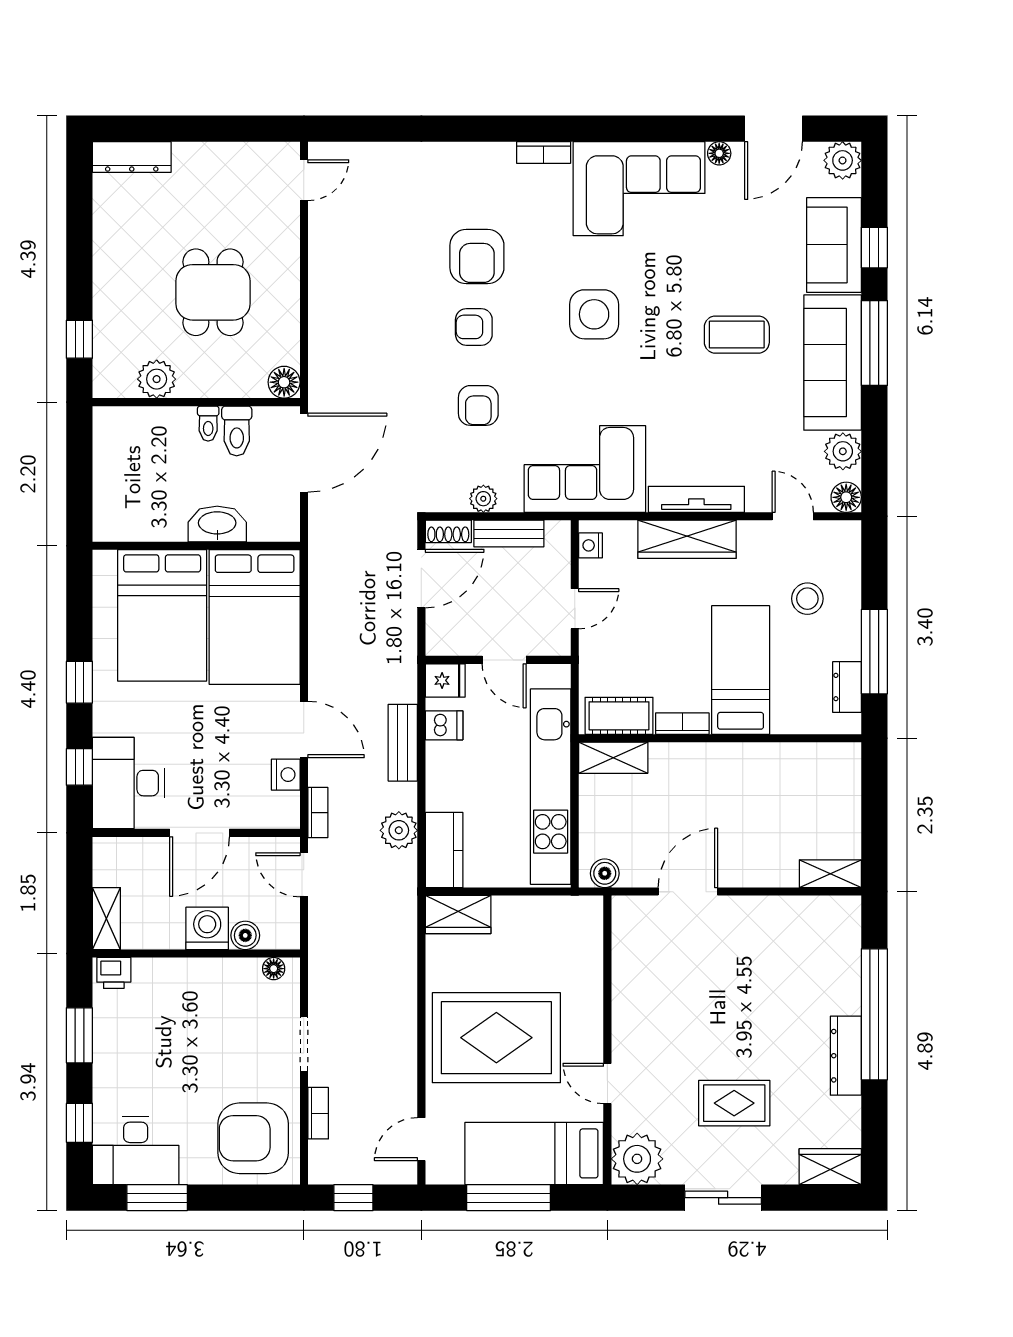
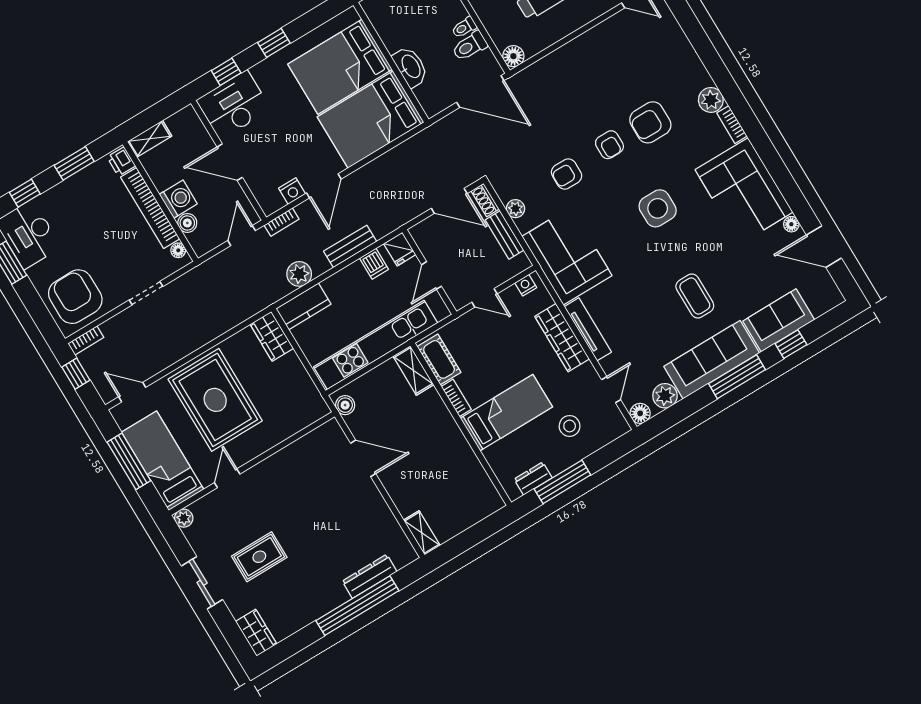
plant: (843, 160) -> (711, 100), moved
armchair: (474, 327) -> (609, 145), turned 180
bookcase: (197, 972) -> (150, 208), added
dresser: (846, 1056) -> (370, 576), moved
rug: (734, 1103) -> (259, 557), turned 90
bookcase: (318, 1113) -> (86, 340), moved
plant: (637, 1159) -> (184, 518), width x0.53, depth x0.53

